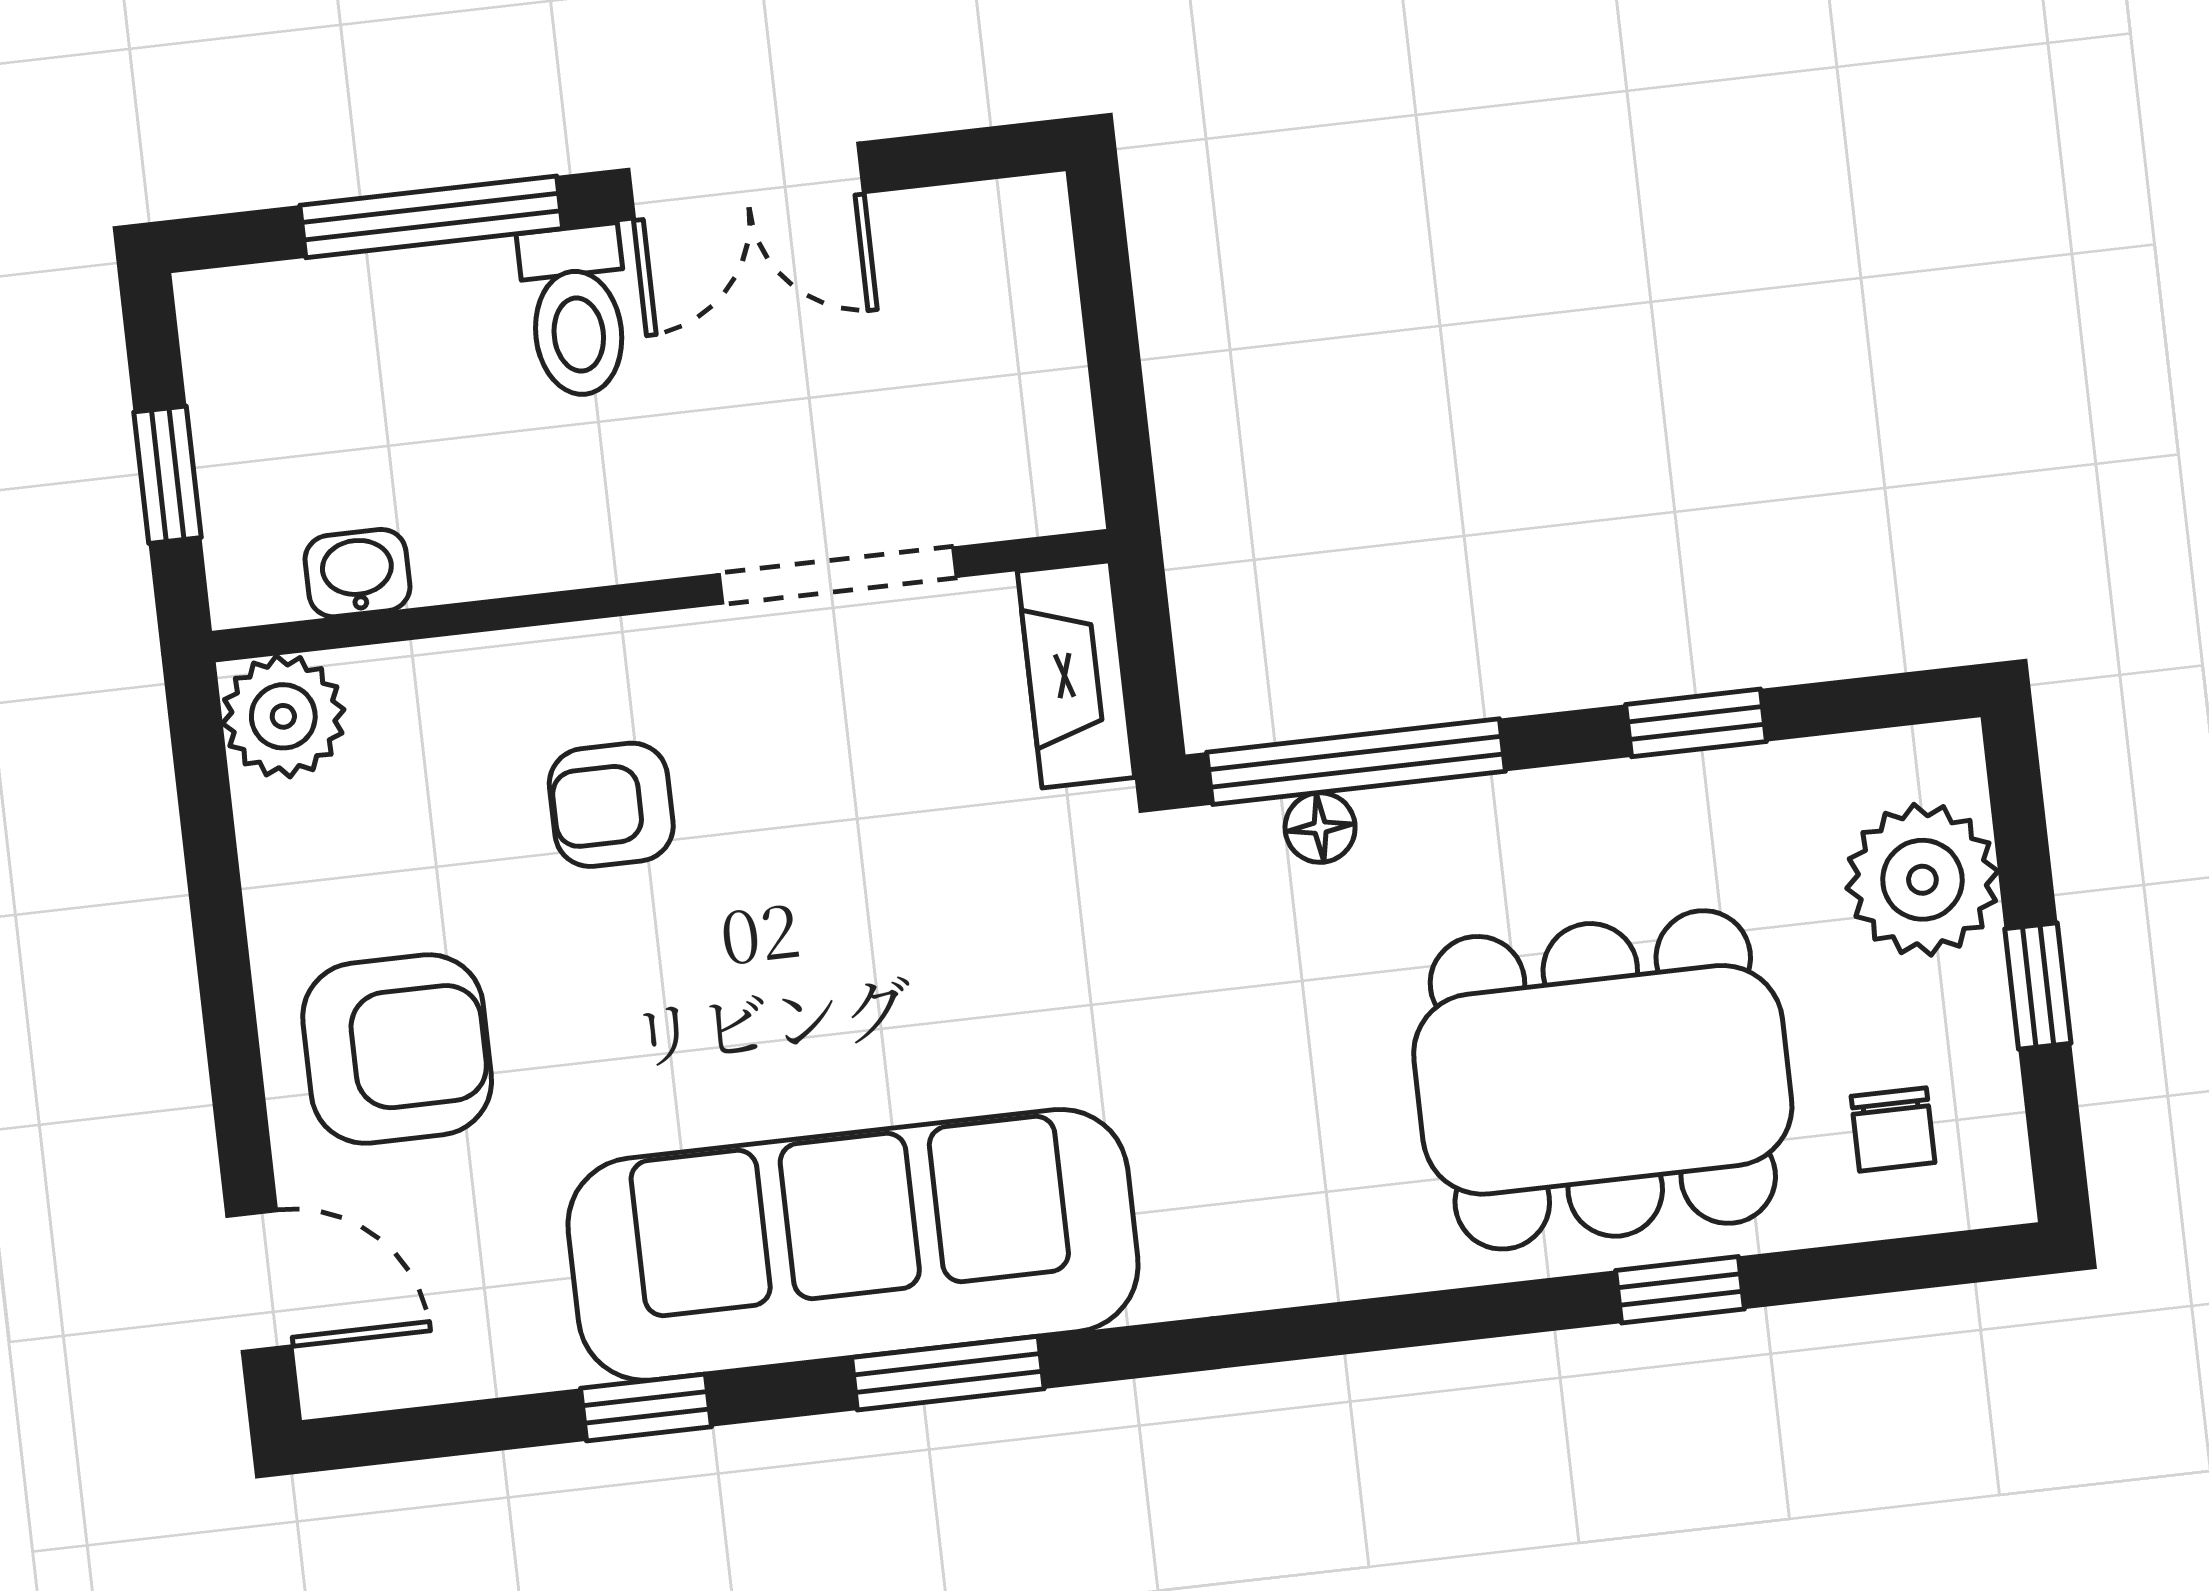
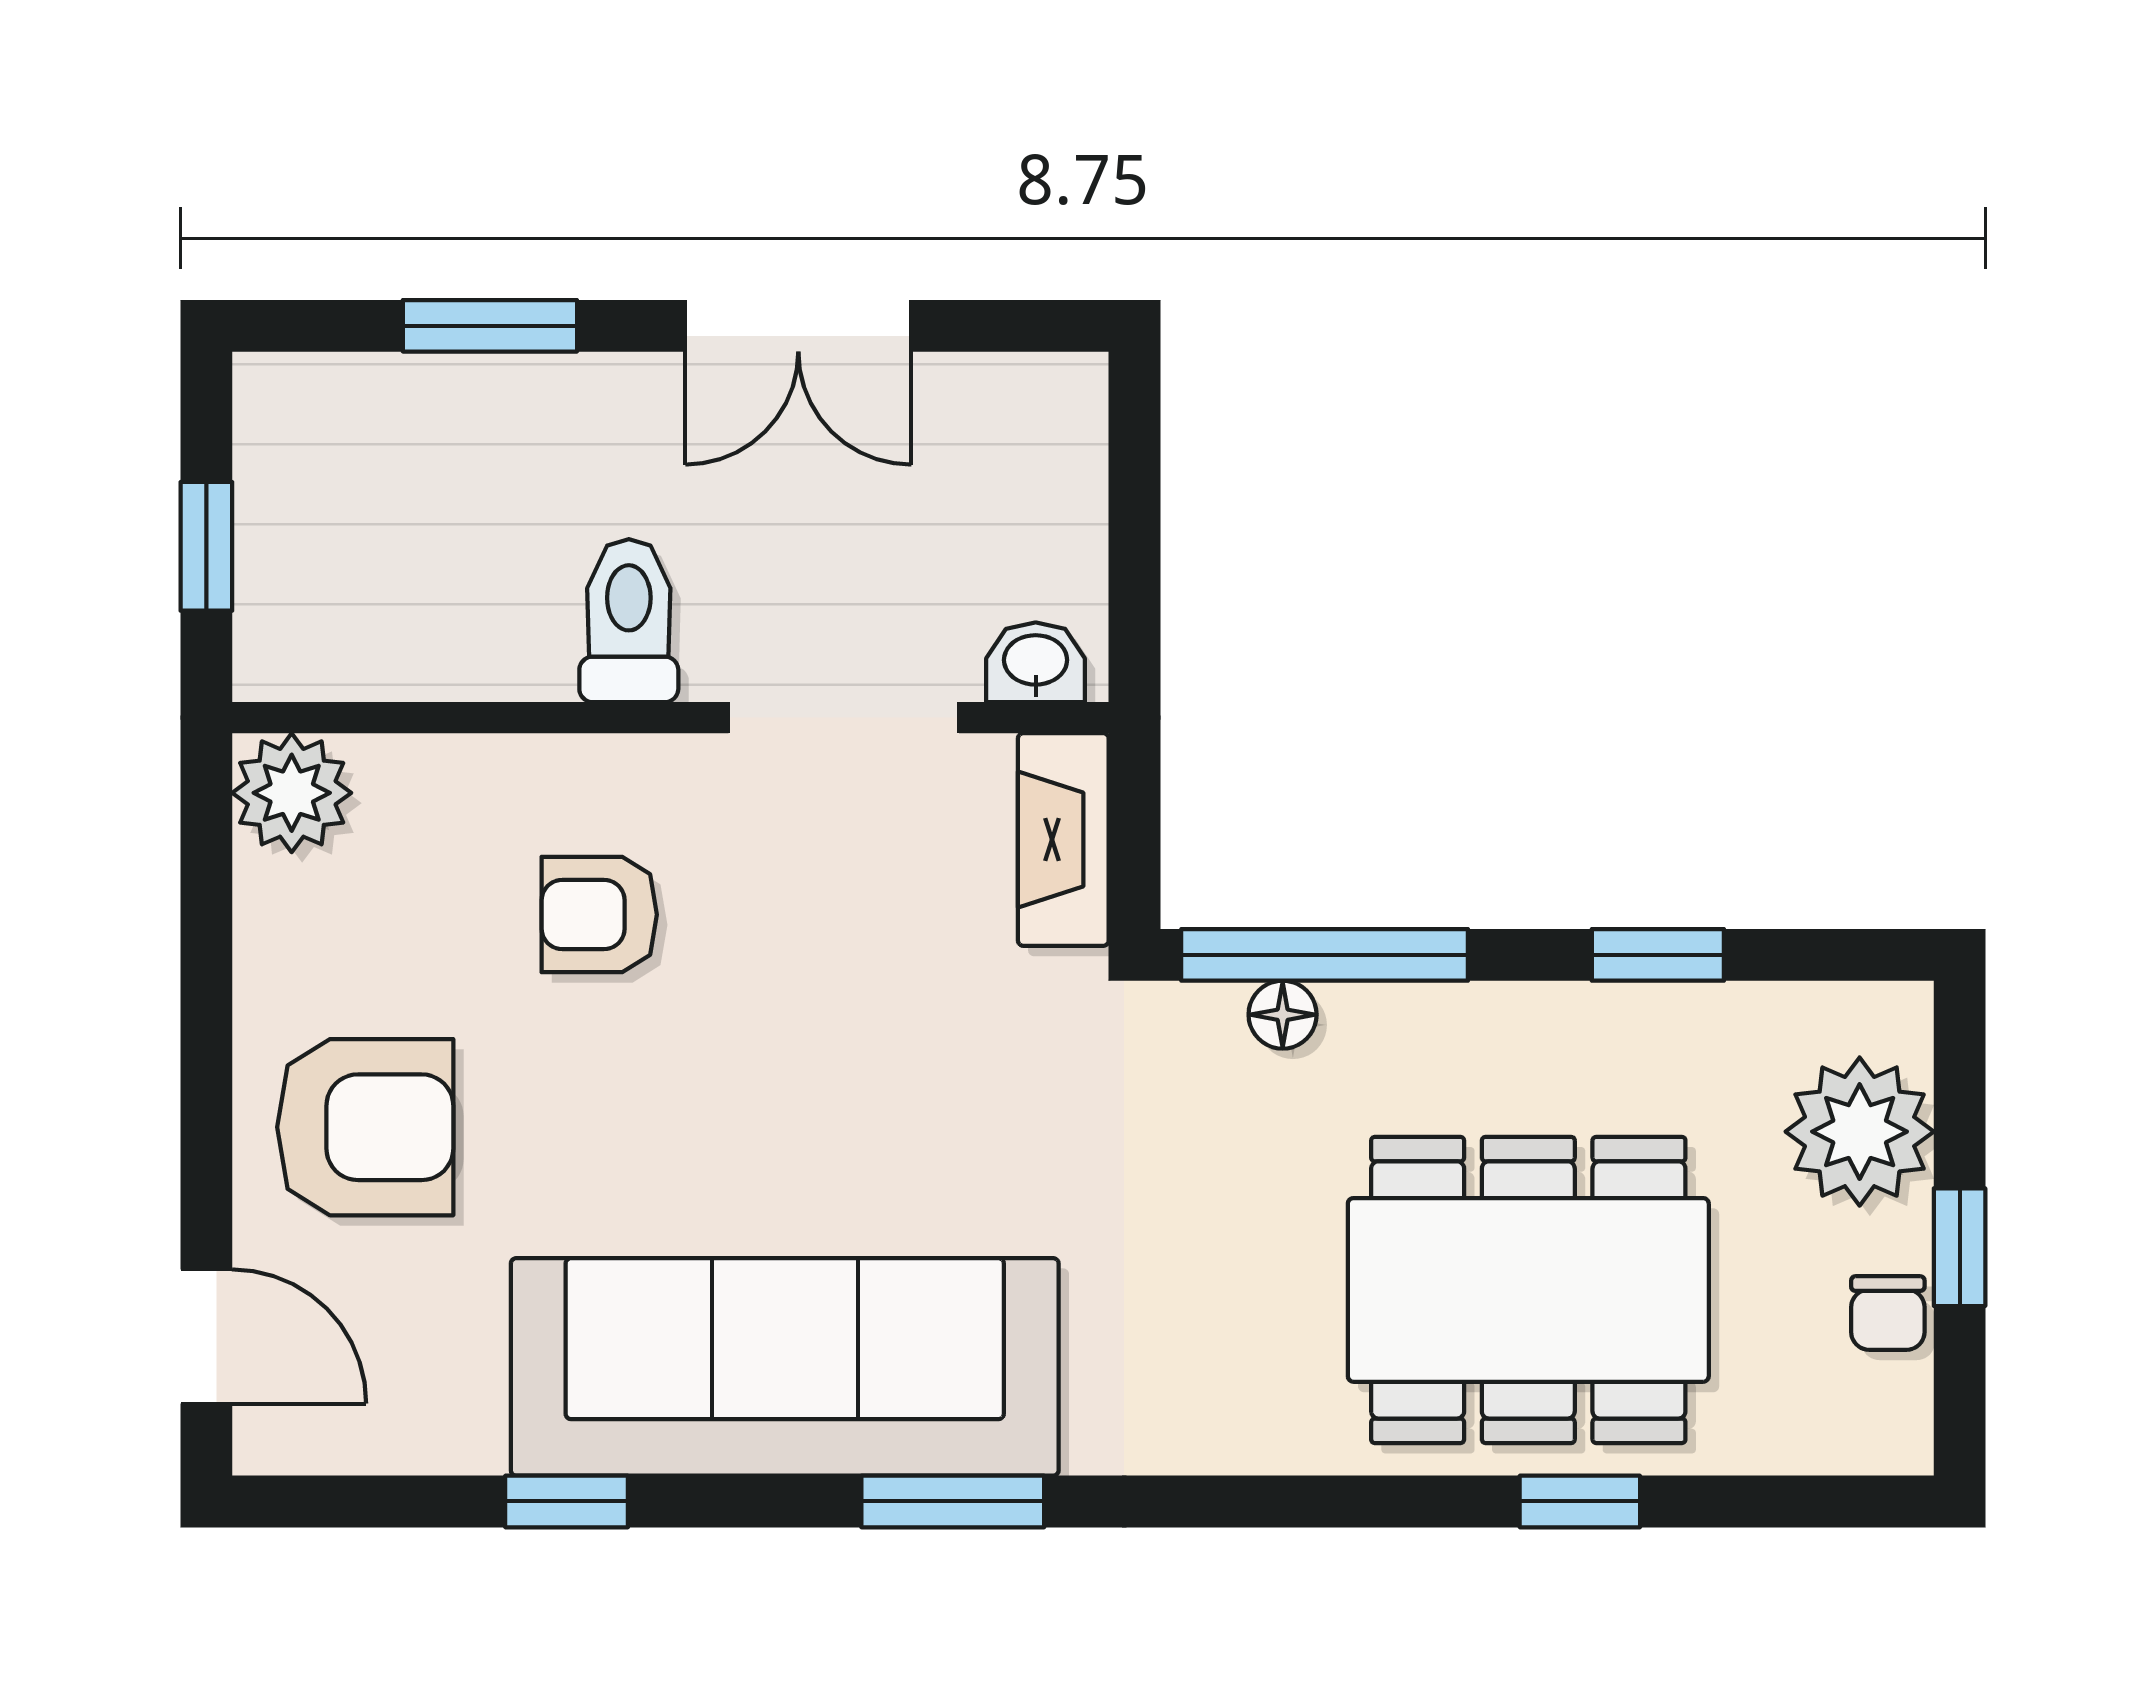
window: (431, 217) -> (490, 326), width x0.69
toilet: (576, 311) -> (629, 621), moved, turned 180
washbasin: (357, 573) -> (1036, 662), moved
chair: (1893, 1129) -> (1888, 1313), moved
window: (948, 1373) -> (953, 1501), moved

